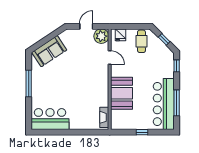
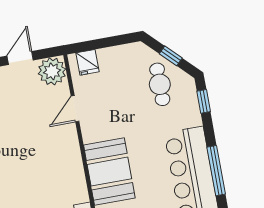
cafe table: (141, 41) -> (160, 84), moved
door: (110, 58) -> (75, 109), swing flipped

